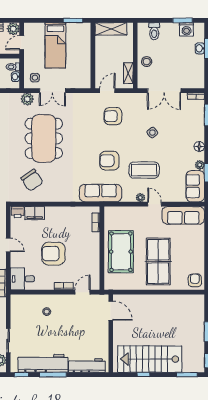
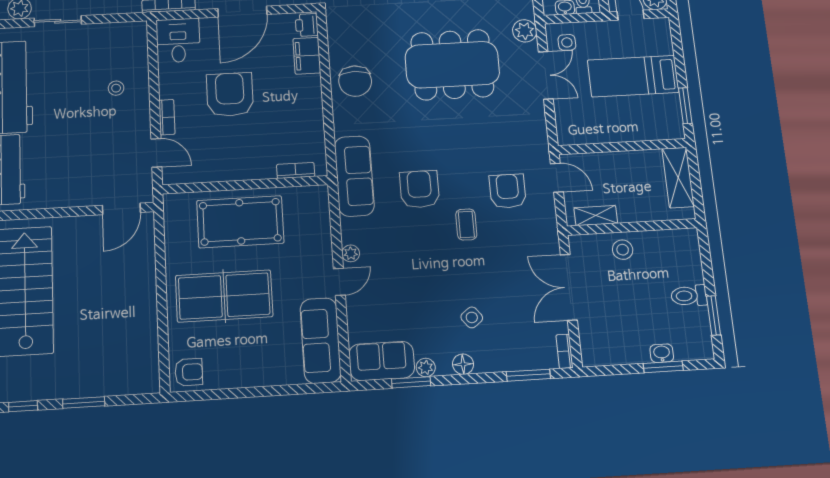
washing machine: (187, 29) -> (696, 324), removed
toilet: (154, 31) -> (689, 296), moved
double door: (52, 91) -> (546, 75), swing flipped
side table: (152, 133) -> (472, 317), moved
coffee table: (144, 170) -> (466, 224), moved, width x0.54, depth x0.58
chair: (32, 180) -> (355, 81), moved, turned -56
door: (8, 245) -> (242, 12), width x1.87

